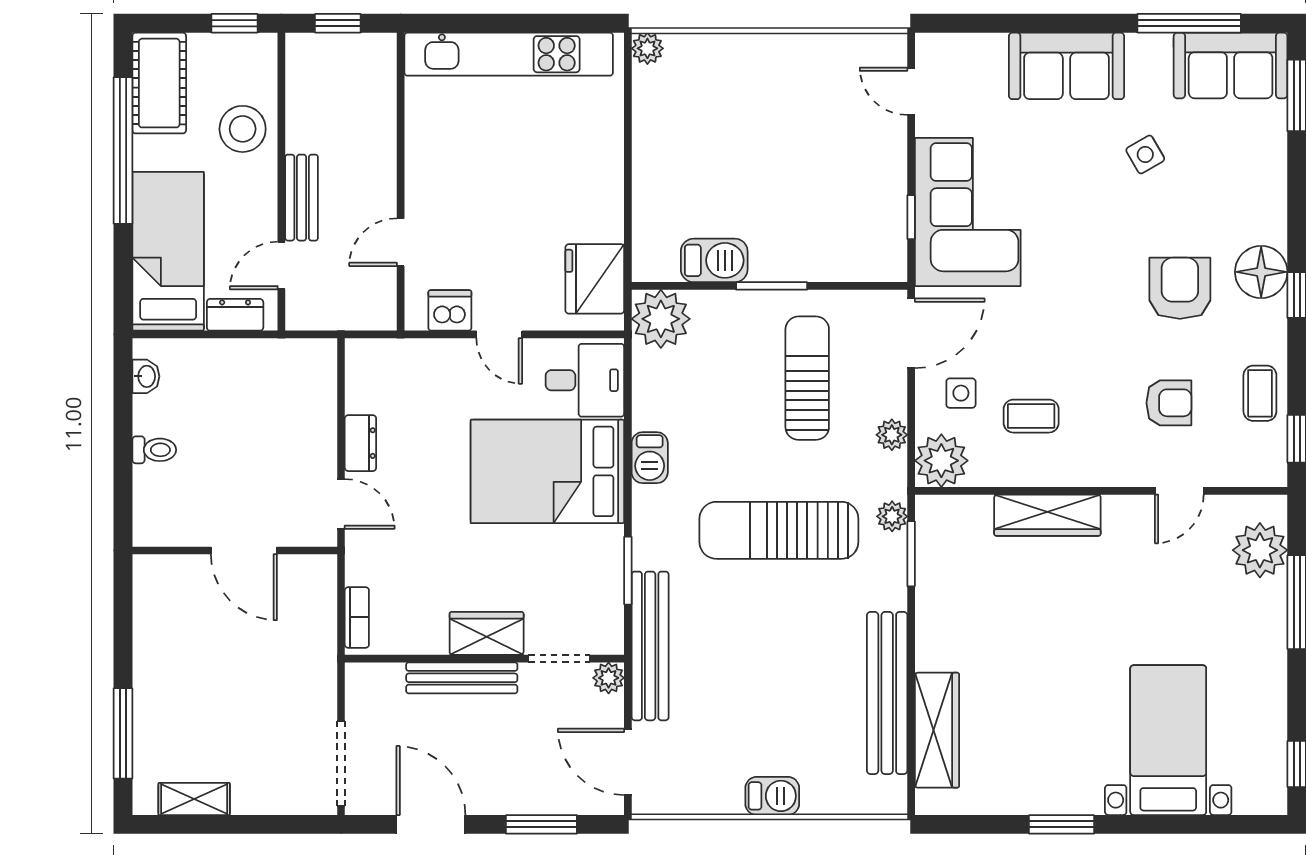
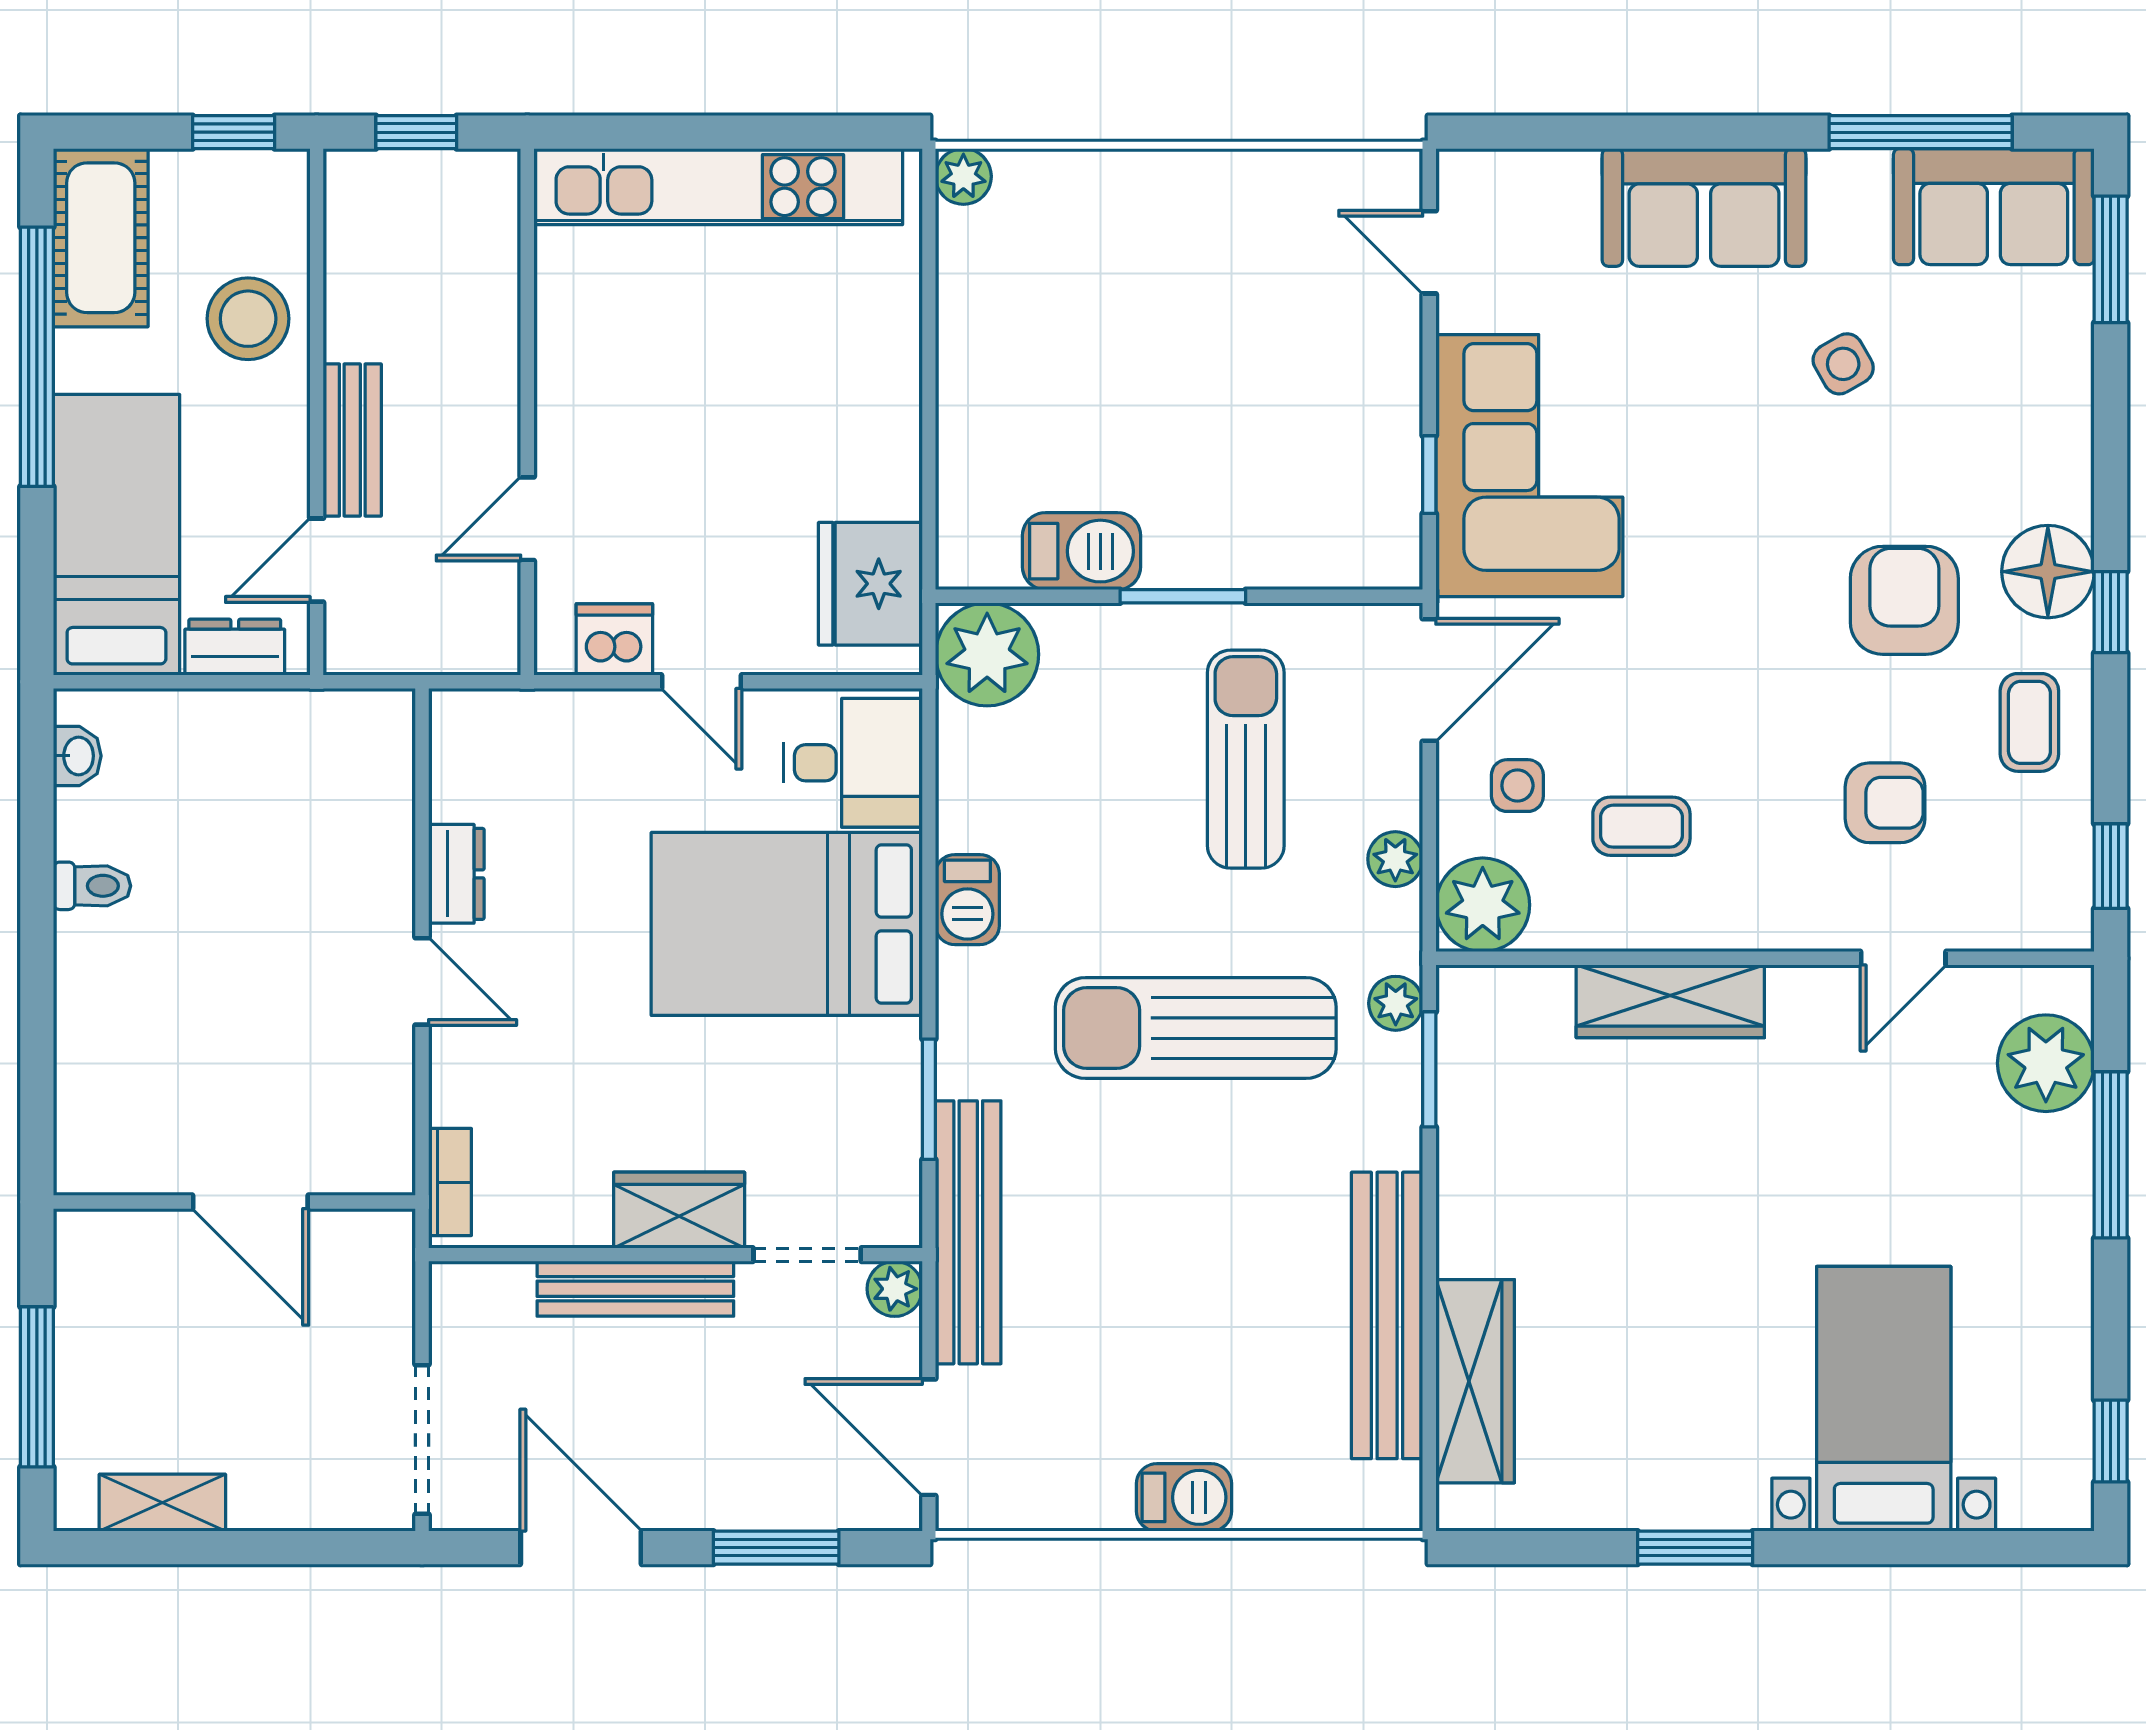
coffee table: (1260, 393) -> (2029, 722), moved
wall: (235, 550) -> (234, 1202), moved
door: (244, 550) -> (250, 1202), moved

